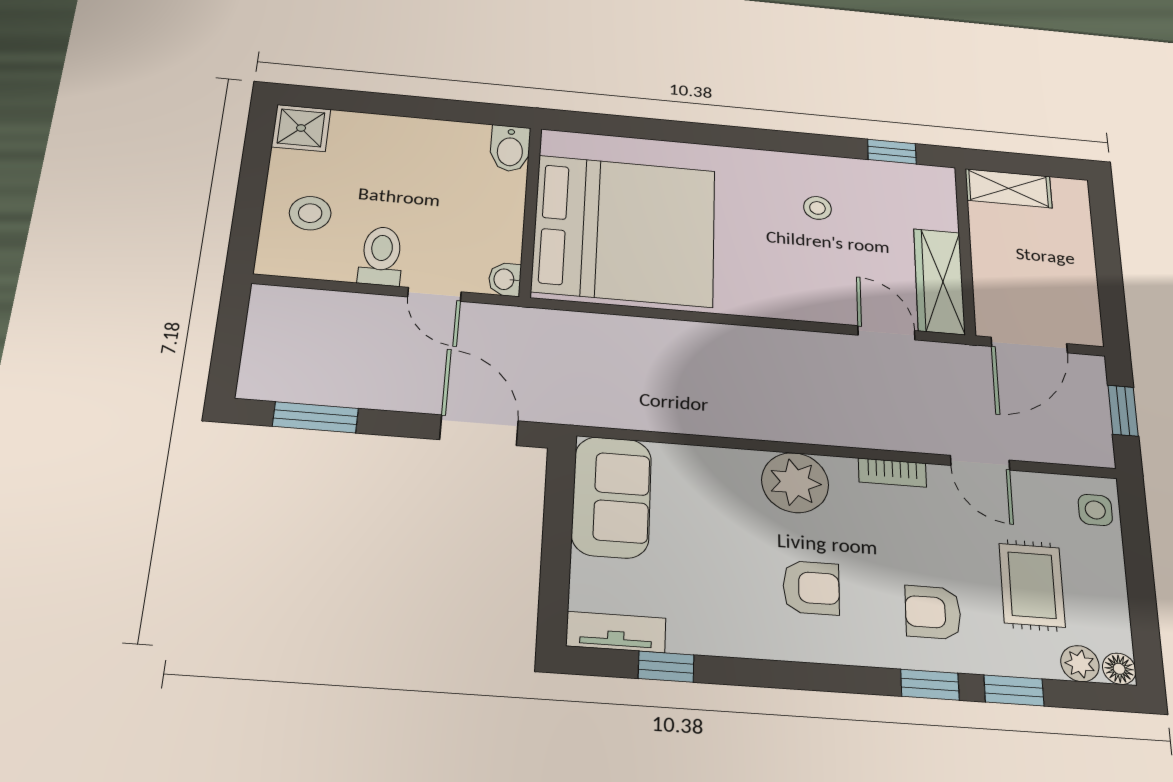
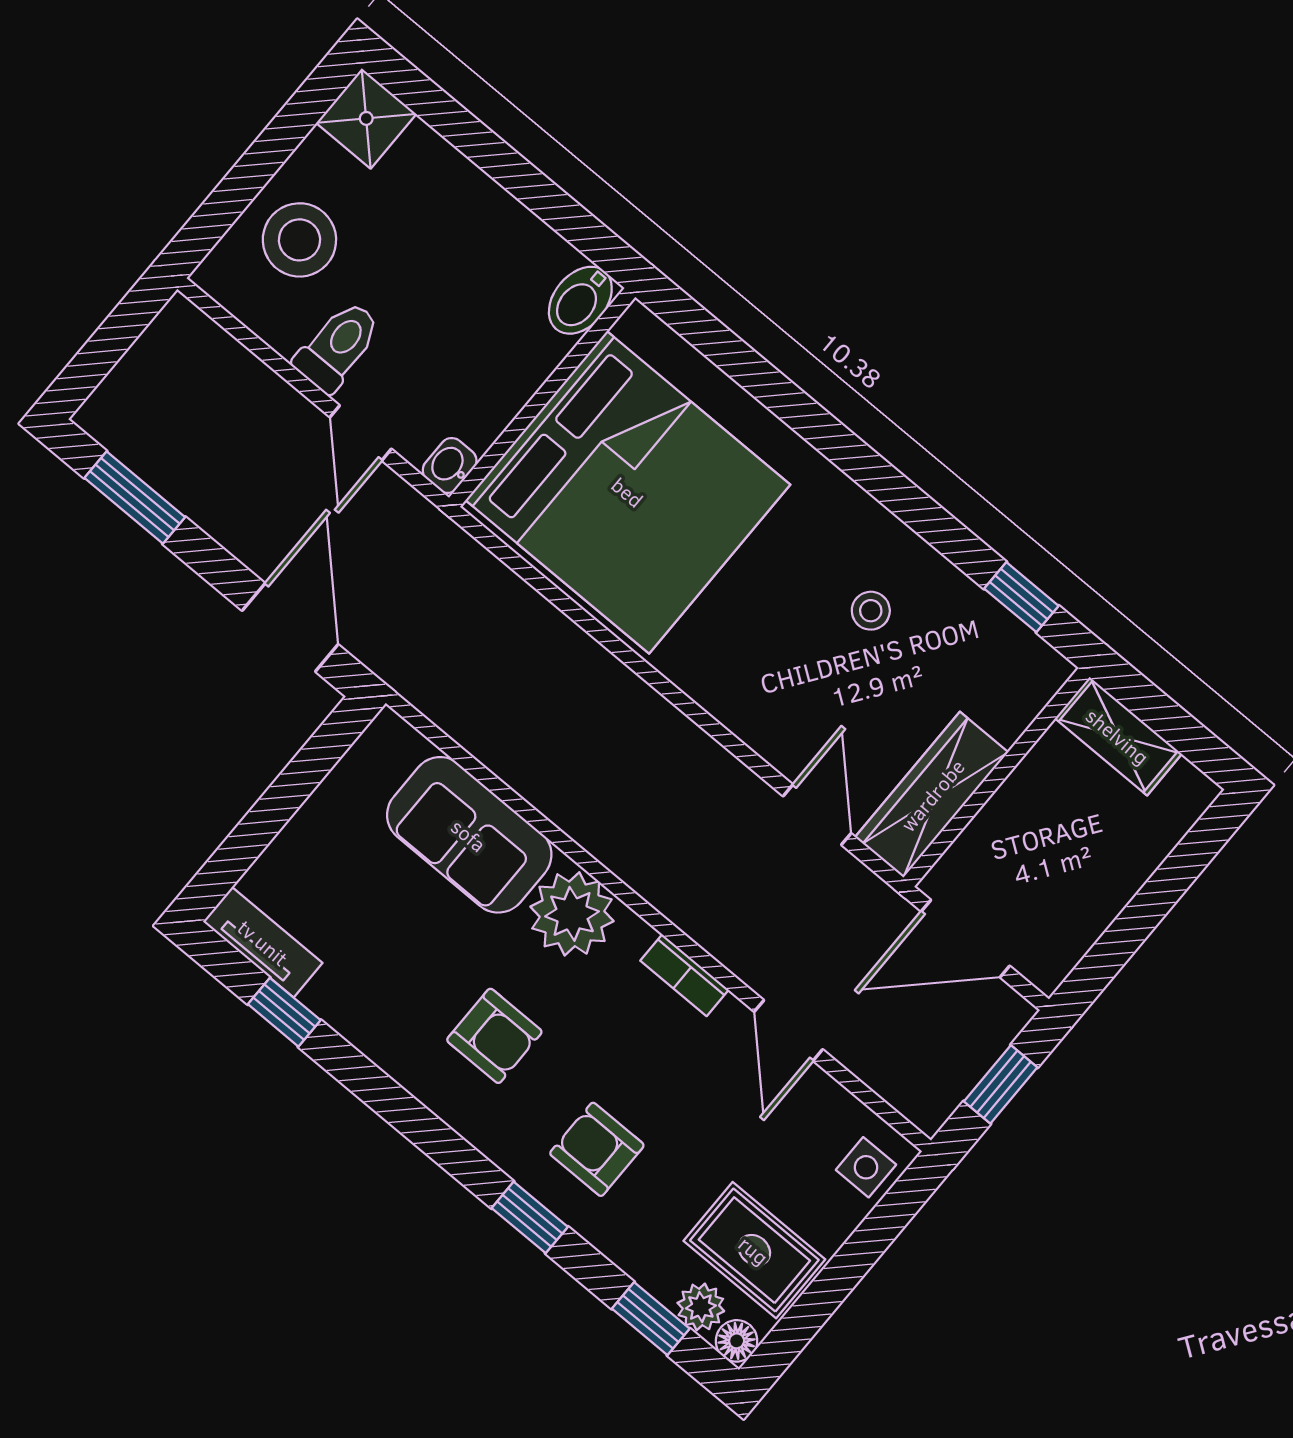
stool: (310, 213) -> (299, 240), width x1.38, depth x1.38
sofa: (612, 497) -> (469, 835), moved, turned 90
rug: (1032, 585) -> (754, 1250), moved, turned 90
window: (1014, 691) -> (651, 1319), moved

